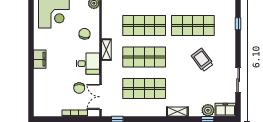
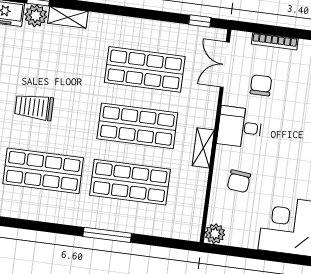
trolley: (202, 60) -> (34, 107), turned 127
double door: (101, 97) -> (225, 65), swing flipped
shelving: (177, 112) -> (68, 17), moved

